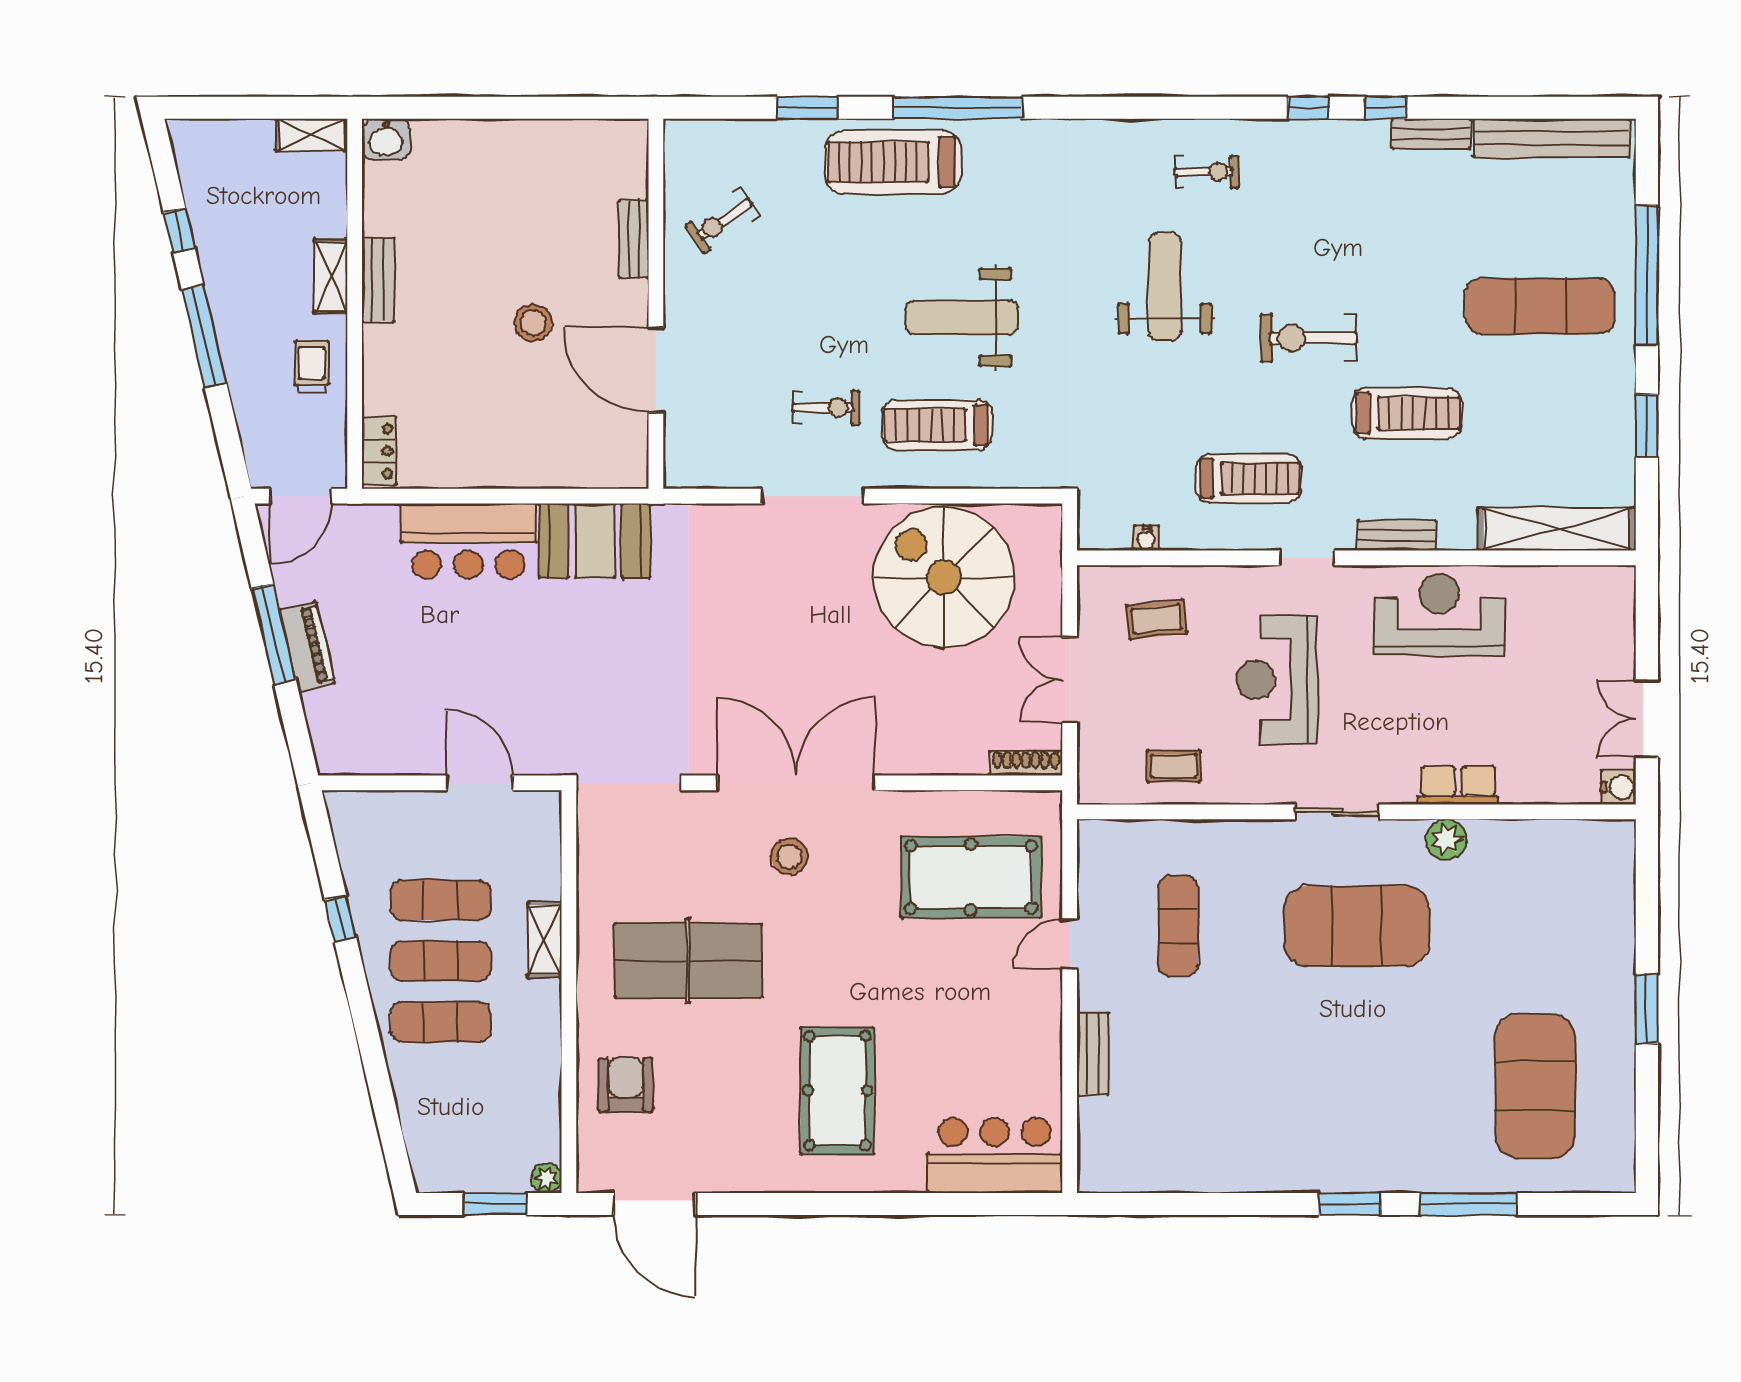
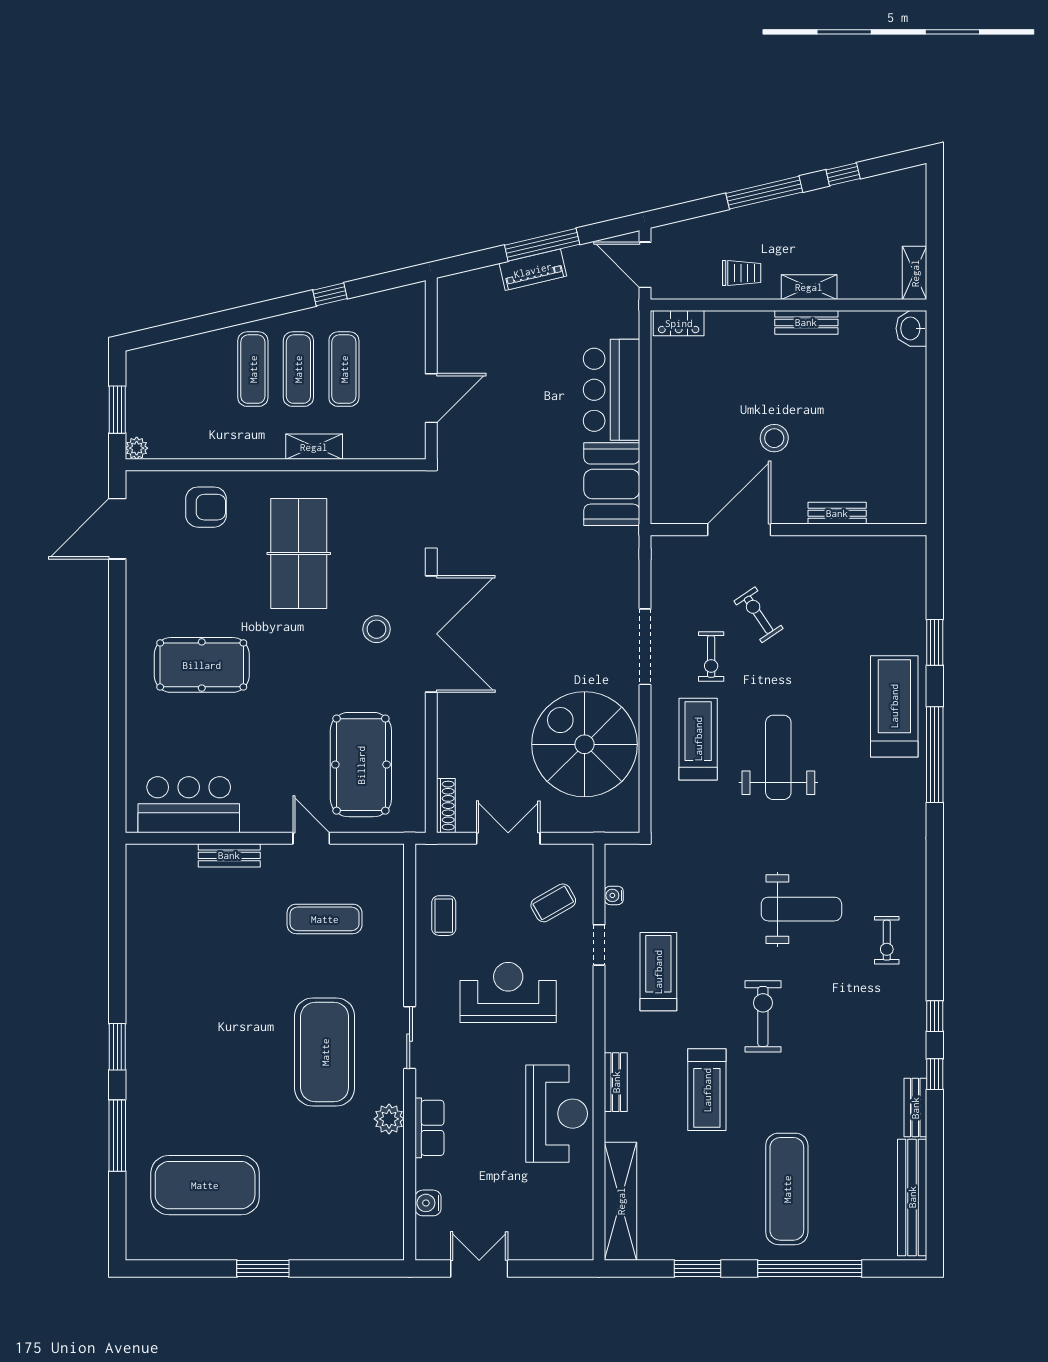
exercise bike: (722, 221) -> (758, 615), moved
treadmill: (1249, 478) -> (658, 972), turned 180
doorway: (1307, 558) -> (599, 945), moved
spiral stairs: (944, 577) -> (585, 744), turned -90
coffee table: (1157, 619) -> (553, 903), turned 66
water cooler: (1619, 787) -> (428, 1203), moved, turned 90
bar counter: (995, 1155) -> (189, 805), moved, turned -90

